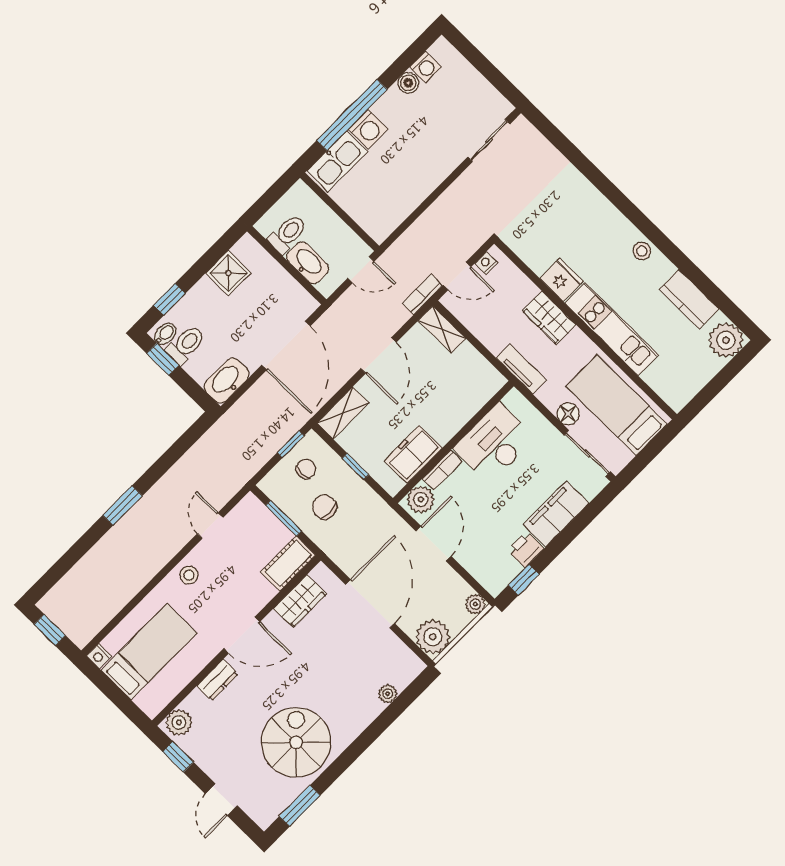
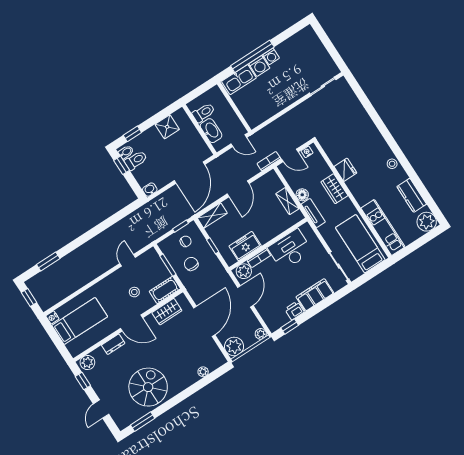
washing machine: (425, 67) -> (271, 56), moved
boiler: (408, 83) -> (286, 46), removed
shelving: (442, 329) -> (287, 201), moved
kitchen unit: (612, 329) -> (383, 227), moved
washbasin: (227, 380) -> (150, 190), width x0.52, depth x0.69
floor lamp: (568, 414) -> (302, 195), moved
window: (122, 505) -> (48, 262), moved
stool: (189, 575) -> (134, 292), moved

